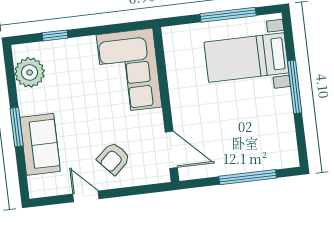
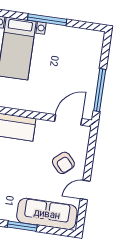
sofa: (40, 144) -> (47, 214), width x1.36
window: (248, 177) -> (100, 90), moved

